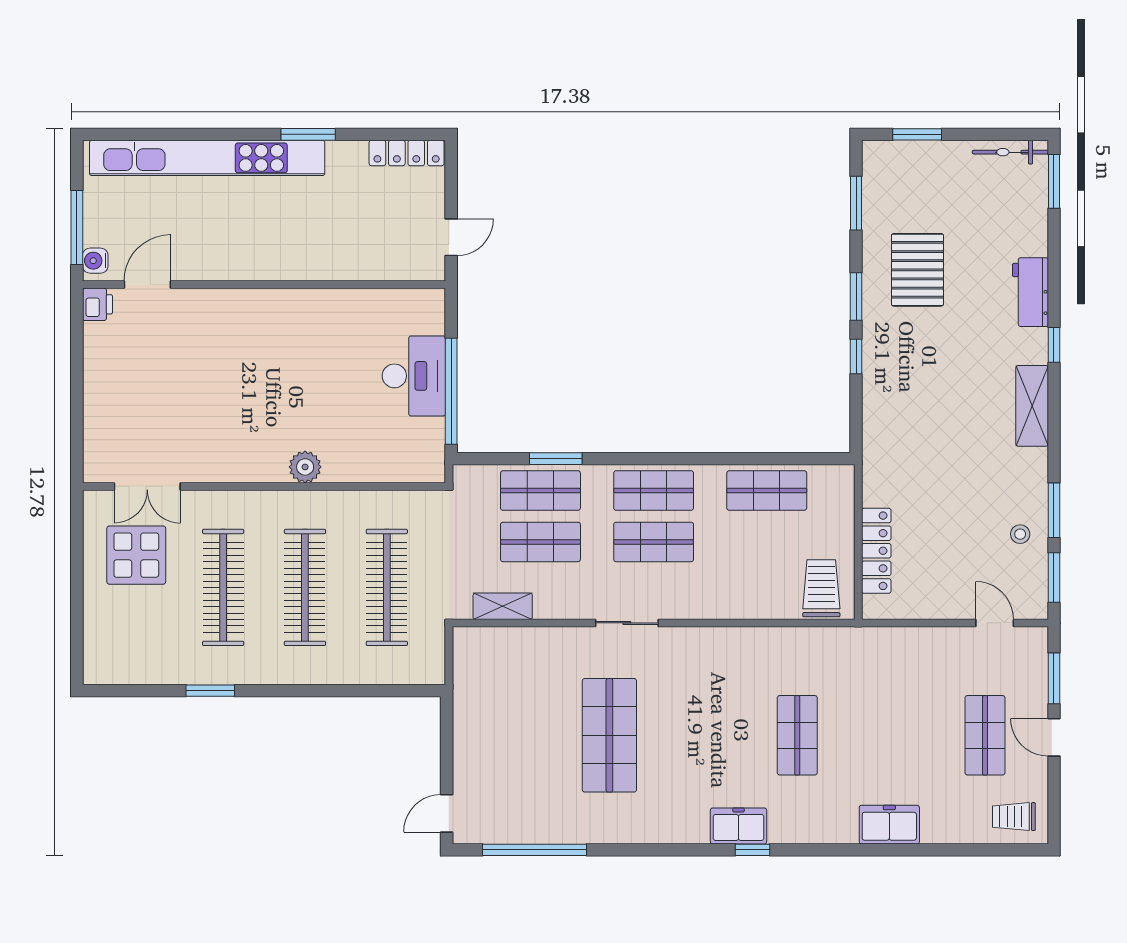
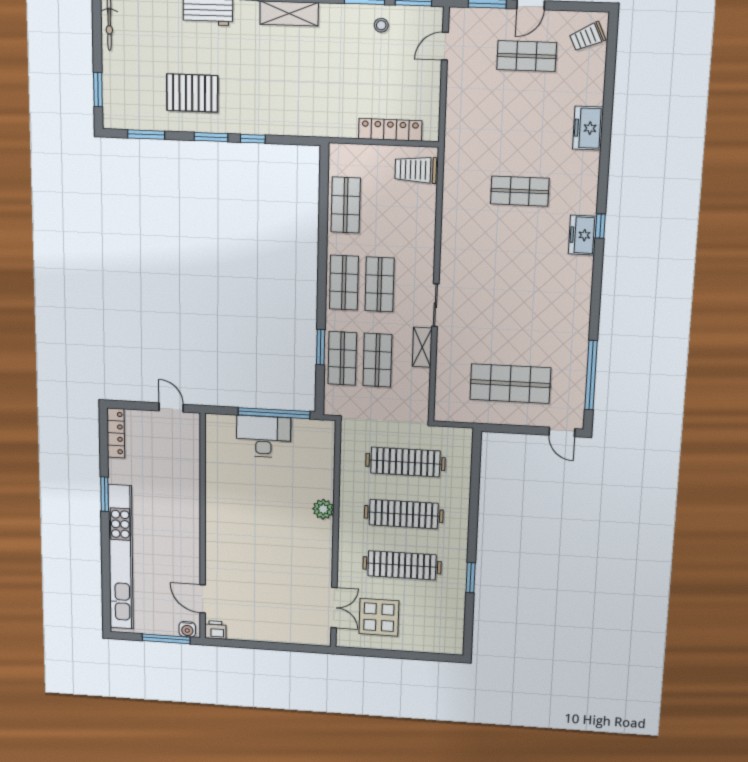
shelving: (503, 606) -> (422, 347), moved
shop shelf: (609, 735) -> (510, 384), moved
trolley: (1014, 817) -> (587, 37), turned 65

